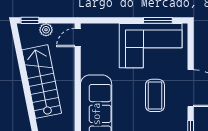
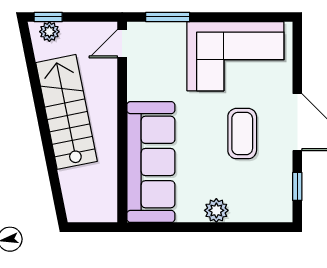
window: (158, 20) -> (168, 17), moved
plant: (46, 30) -> (49, 32), moved

